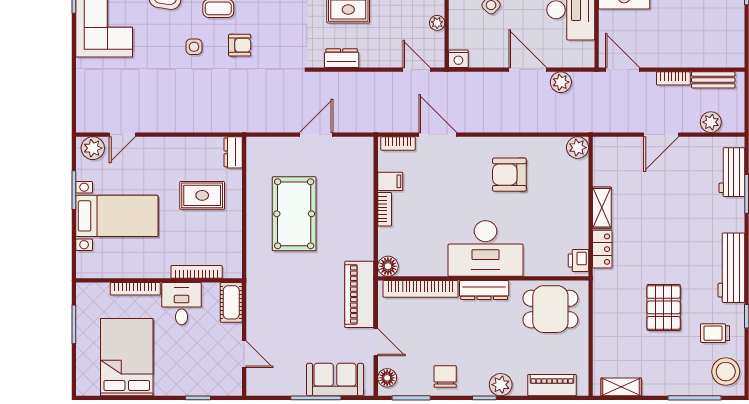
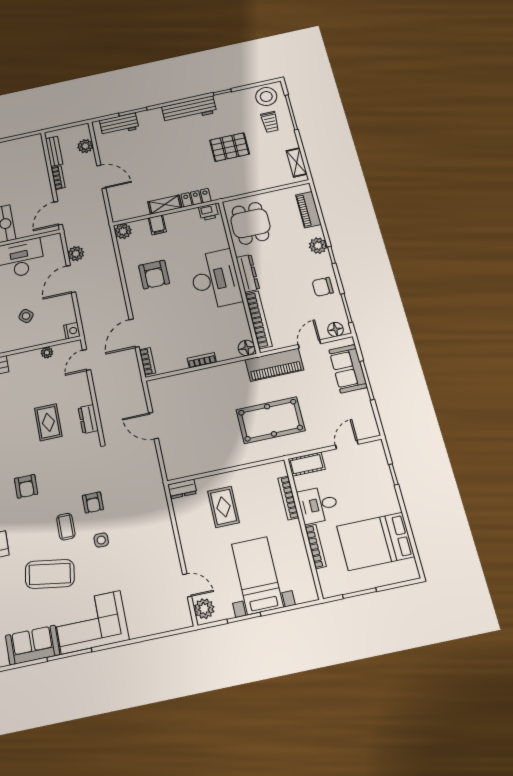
armchair: (240, 45) -> (93, 502), turned 180
filing cabinet: (390, 181) -> (157, 225), moved, turned 180
pool table: (294, 214) -> (271, 420), moved
trolley: (715, 333) -> (270, 122), moved

